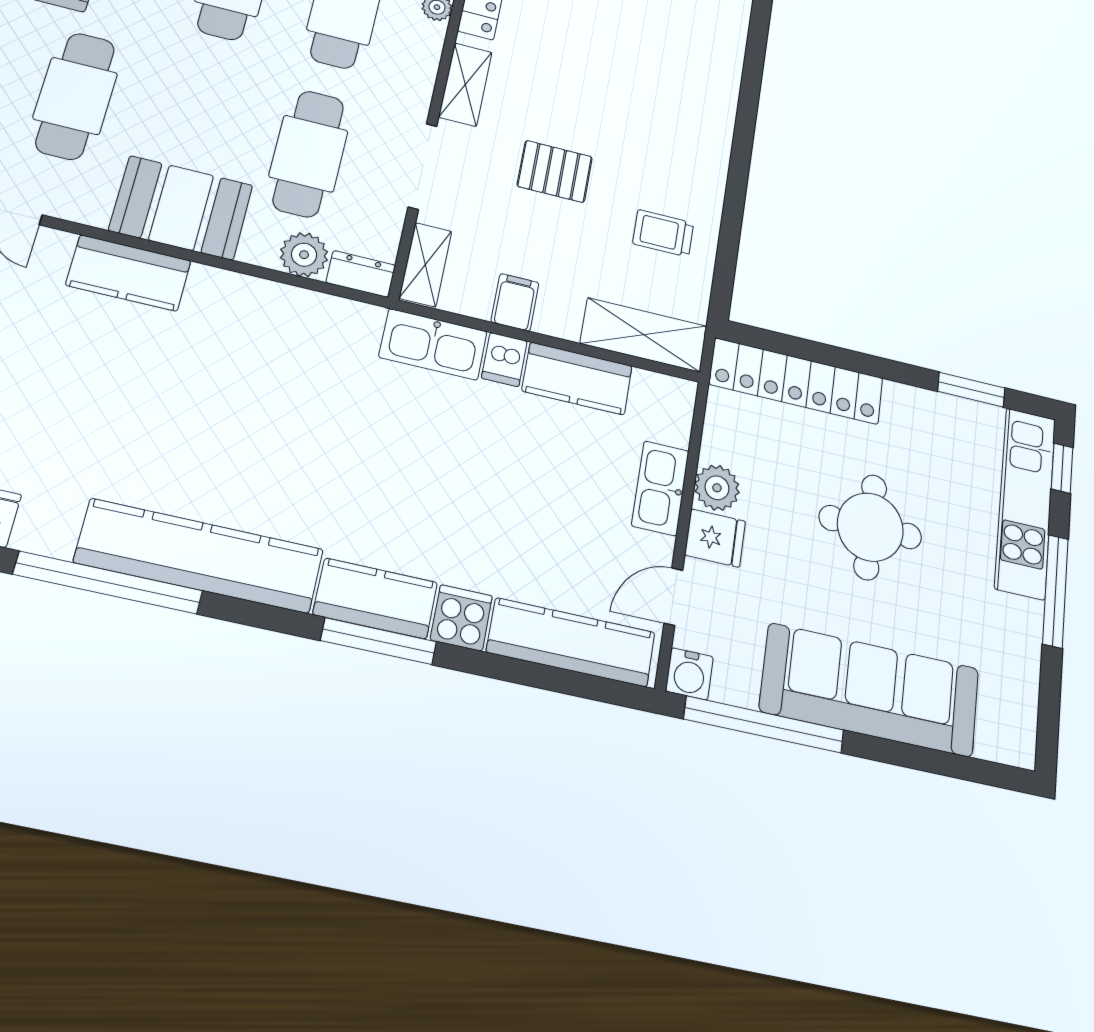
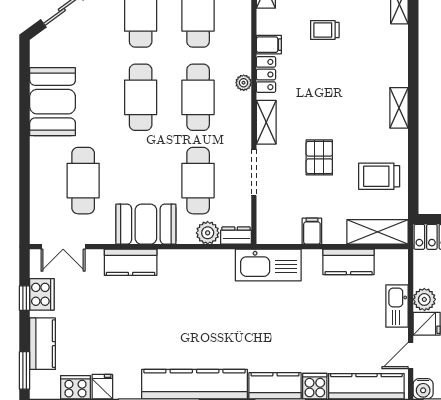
pallet: (555, 171) -> (319, 157), turned 90
trolley: (663, 233) -> (379, 176), width x1.36, depth x1.39
shelving: (425, 265) -> (399, 108), moved
kitchen sink: (433, 344) -> (268, 265), width x1.36, depth x1.24
dishwasher: (504, 359) -> (312, 261), removed

